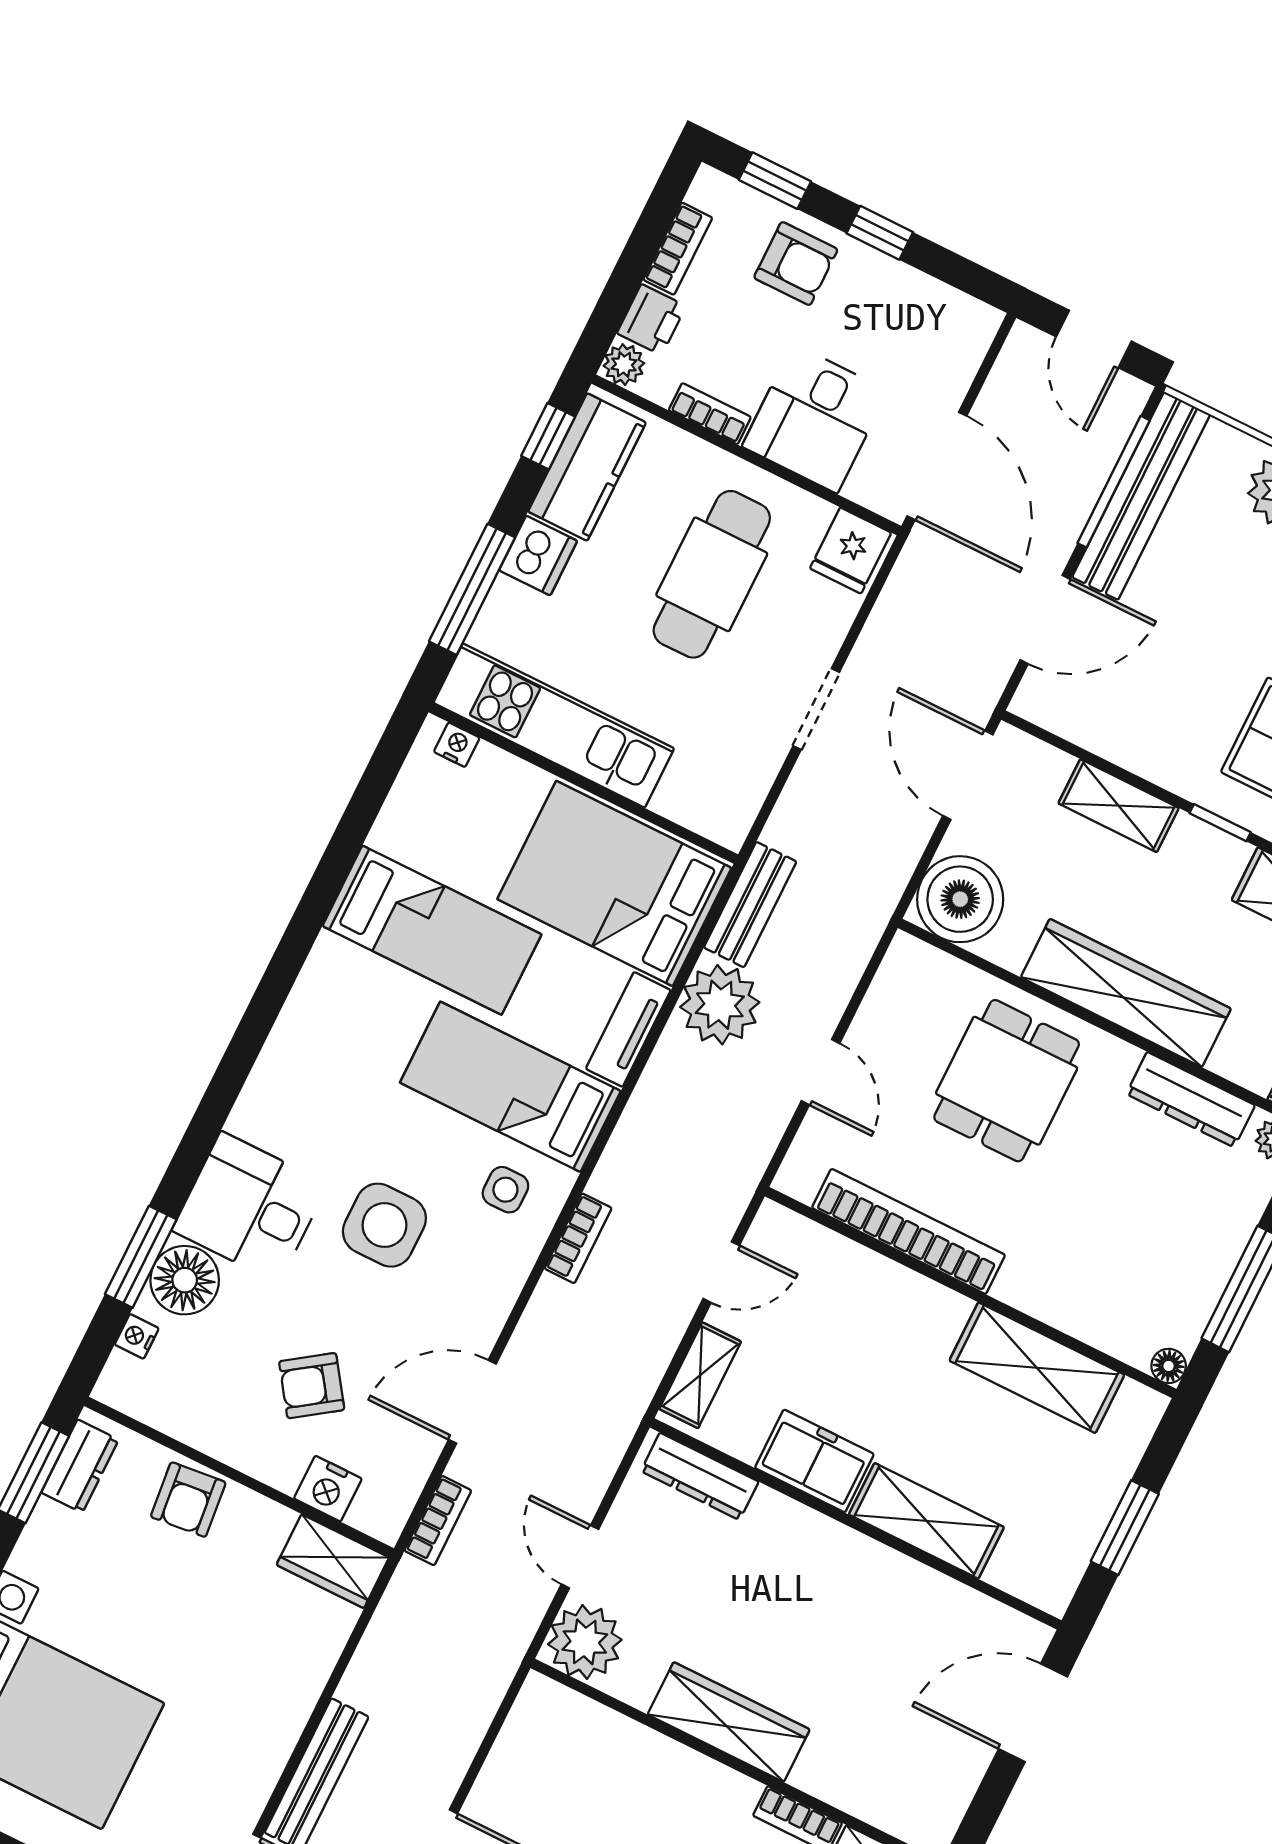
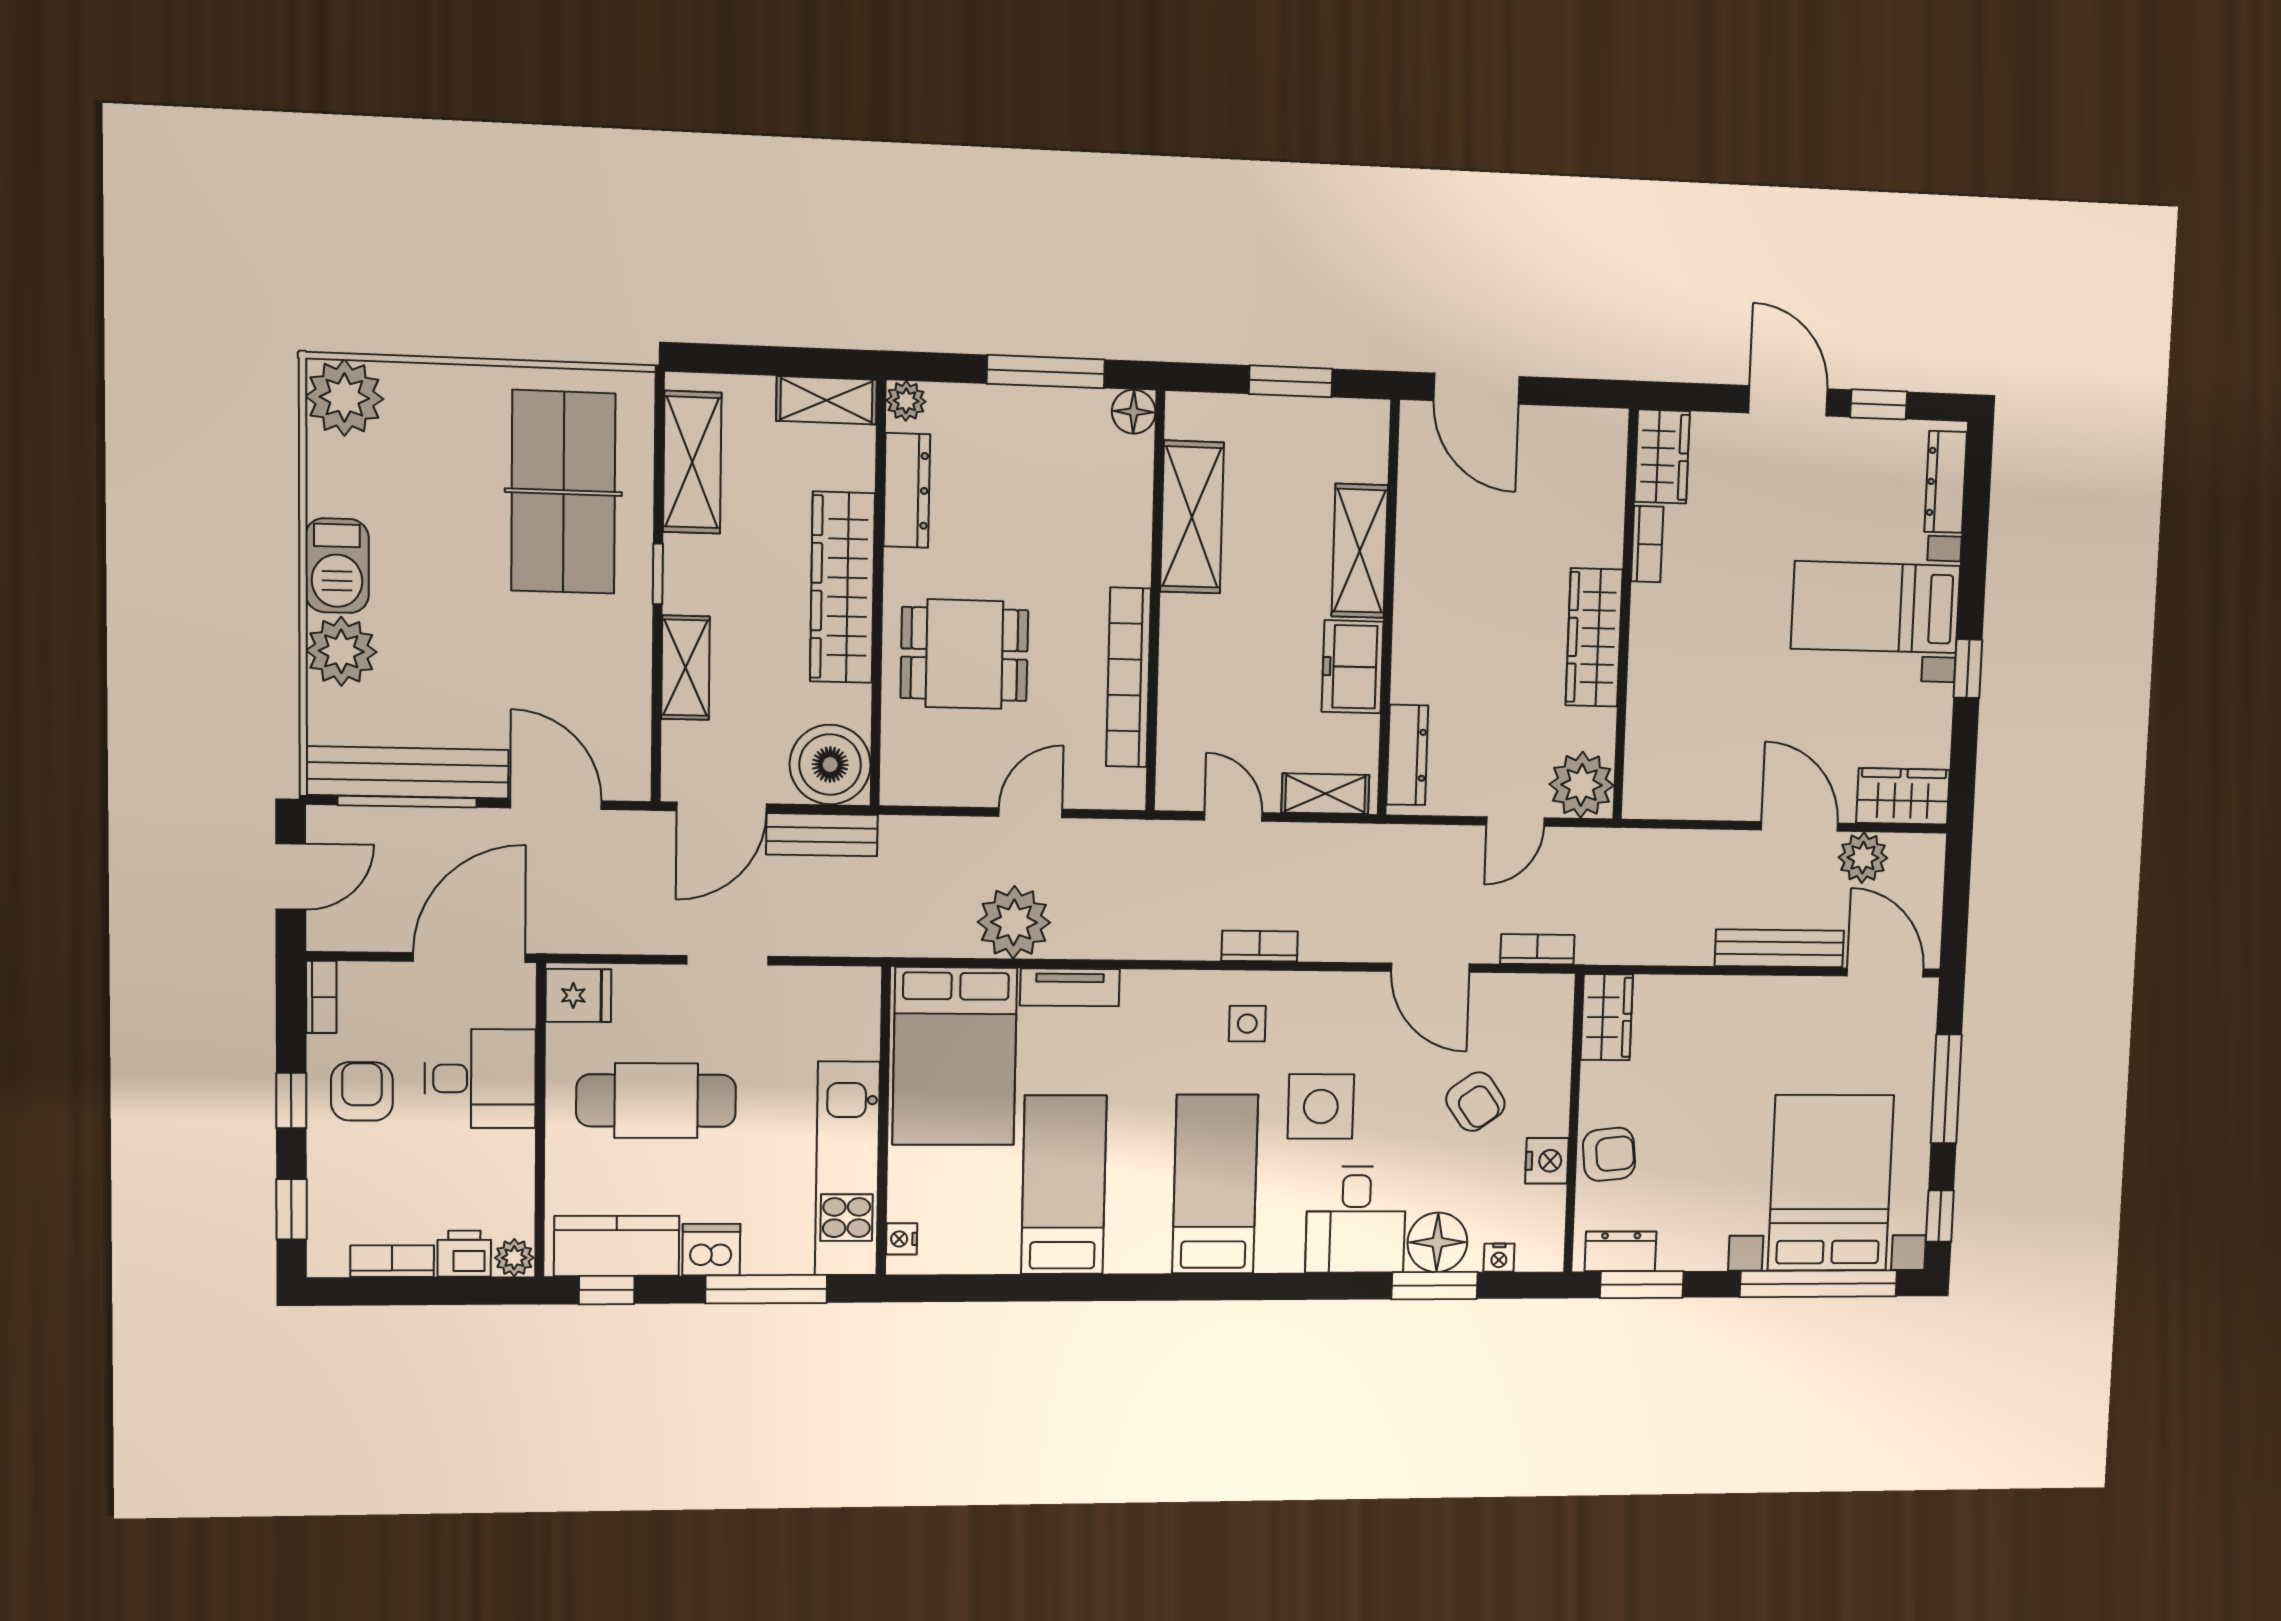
armchair: (796, 264) -> (362, 1091), moved
bookcase: (710, 414) -> (321, 997), moved, turned 180
bench: (750, 905) -> (822, 835), moved
bed: (510, 1087) -> (1215, 1184), moved, turned 180
floor lamp: (1169, 1366) -> (1134, 412), width x1.37, depth x1.37
nightstand: (328, 1489) -> (1547, 1161), moved

